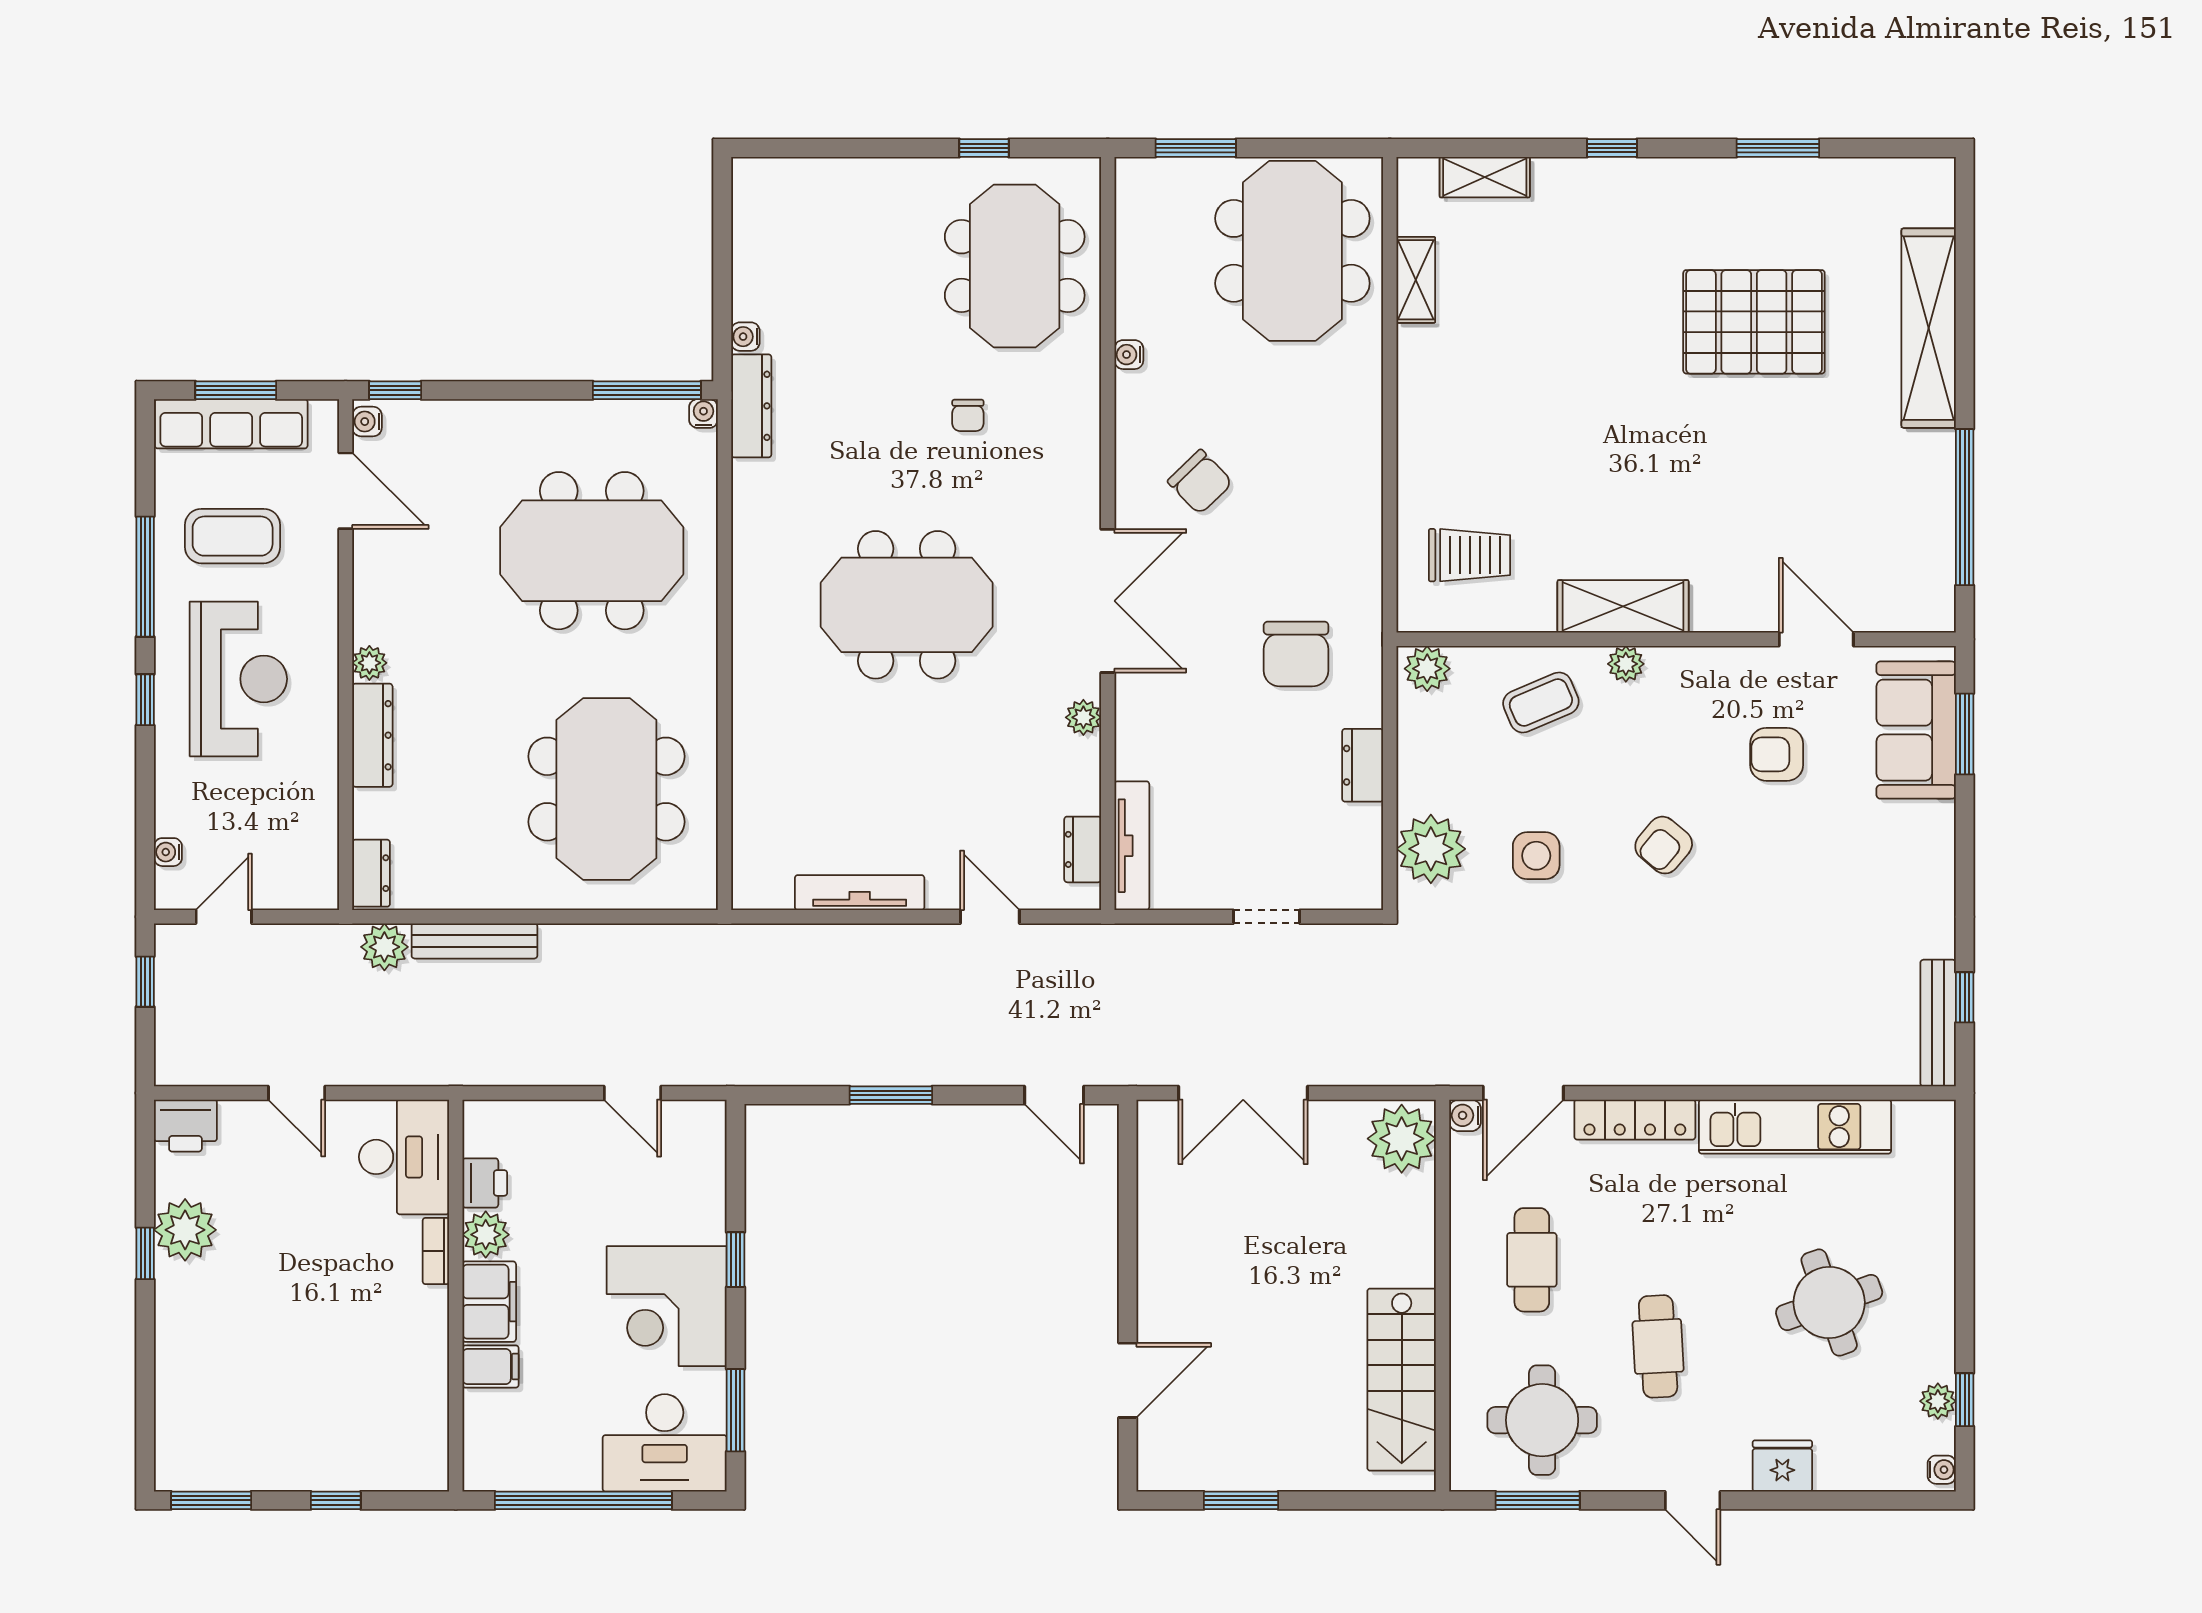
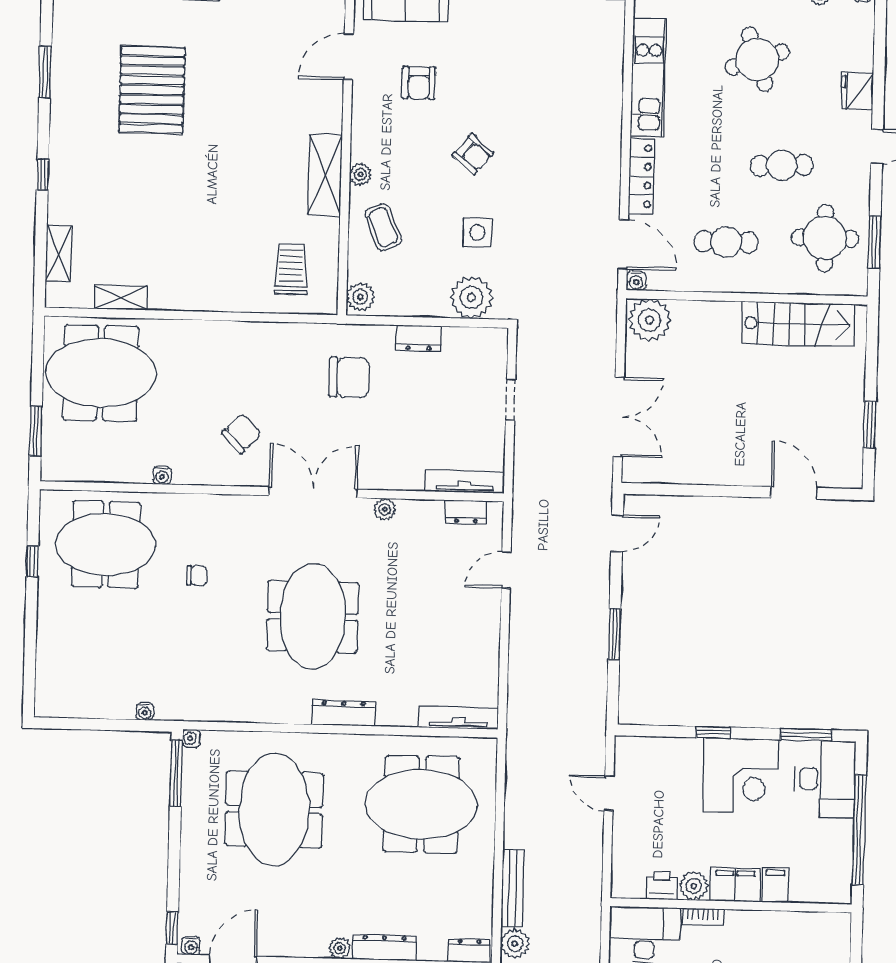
dresser: (751, 406) -> (344, 713), moved
tv unit: (860, 893) -> (458, 718), moved, turned 90
door: (632, 1093) -> (609, 793), swing flipped

